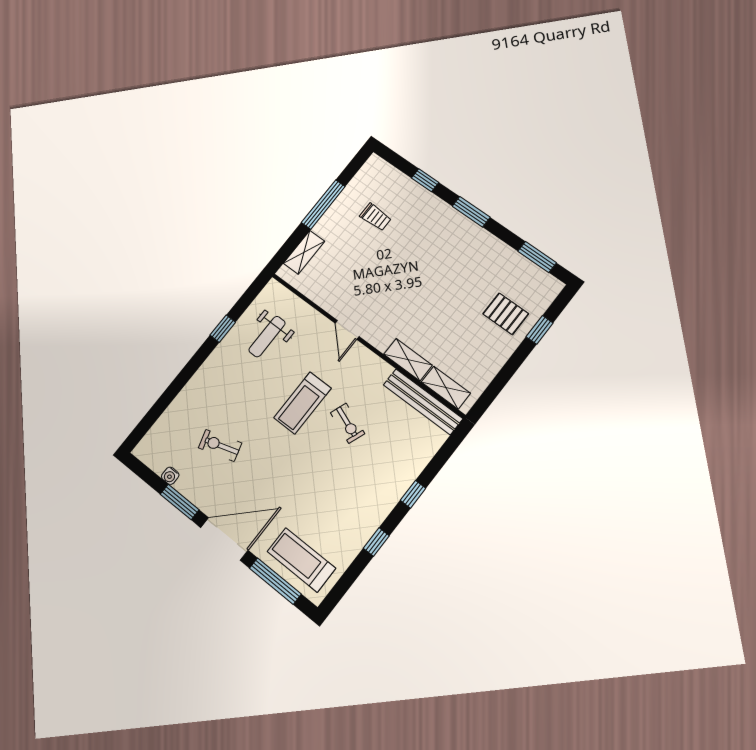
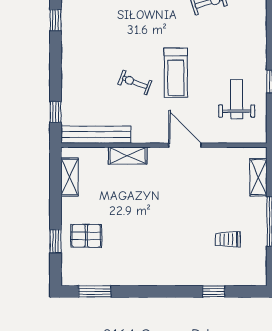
window: (471, 212) -> (164, 291), removed
door: (347, 330) -> (185, 145), width x1.37
shelving: (446, 388) -> (70, 177), moved, turned 90
treadmill: (302, 403) -> (176, 73), turned 180
window: (413, 494) -> (56, 112), moved

